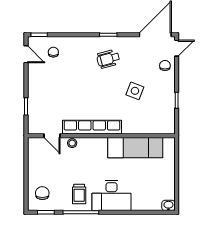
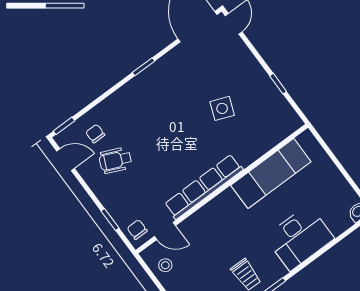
wheelchair: (108, 59) -> (115, 160), moved, turned 39
chair: (165, 66) -> (137, 230), moved
stool: (72, 143) -> (165, 265), moved
desk: (111, 195) -> (300, 238), moved

